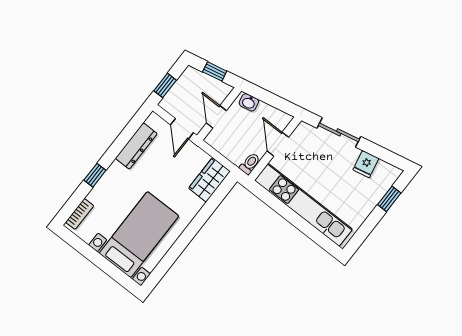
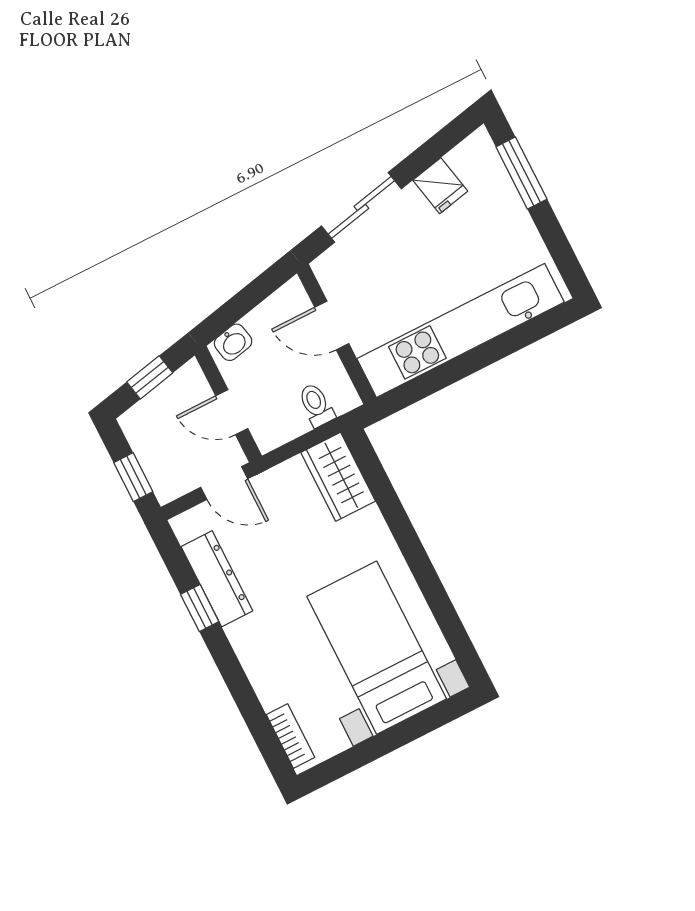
toilet: (250, 164) -> (316, 405), moved
window: (95, 175) -> (200, 608), moved
window: (389, 199) -> (521, 173), width x1.50

